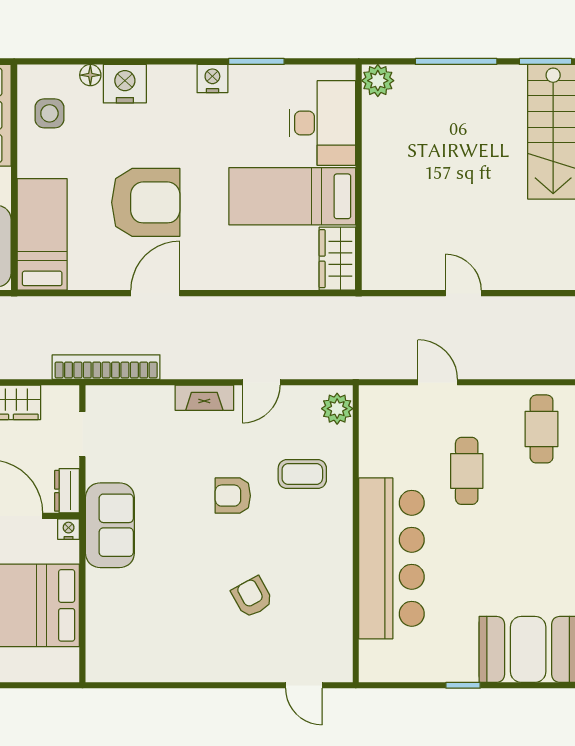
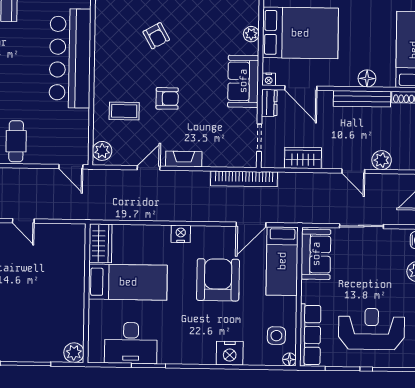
floor lamp: (90, 75) -> (289, 359), moved
nightstand: (212, 79) -> (181, 234), moved, turned 180
desk: (322, 123) -> (131, 343), moved, turned -90
armchair: (146, 202) -> (218, 280), turned 90
door: (155, 293) -> (251, 224), moved
door: (438, 382) -> (71, 167), moved
cafe table: (467, 471) -> (16, 141), moved
plant: (98, 602) -> (251, 34), added

